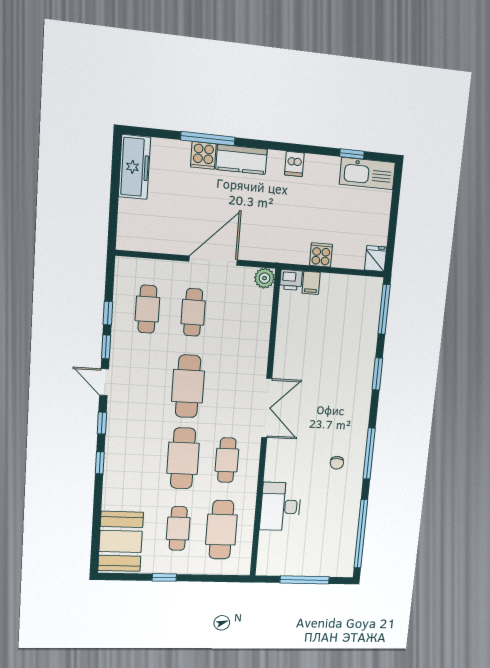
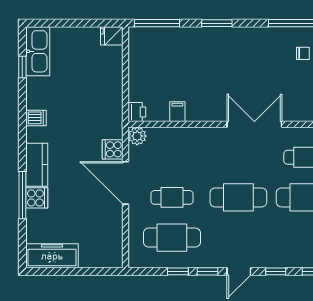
cooker: (321, 255) -> (113, 149), moved
filing cabinet: (311, 283) -> (177, 112), moved, turned -90
cafe table: (147, 309) -> (172, 238), width x1.37, depth x1.35

